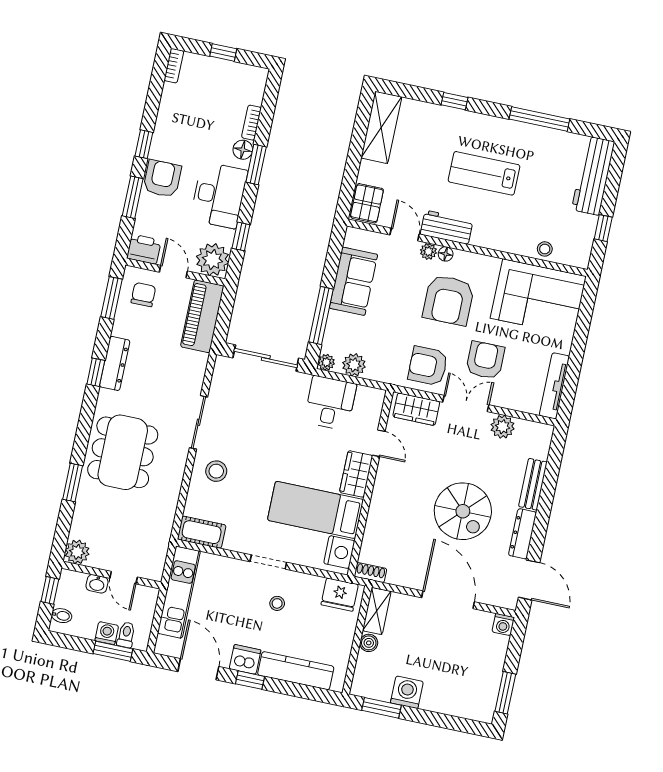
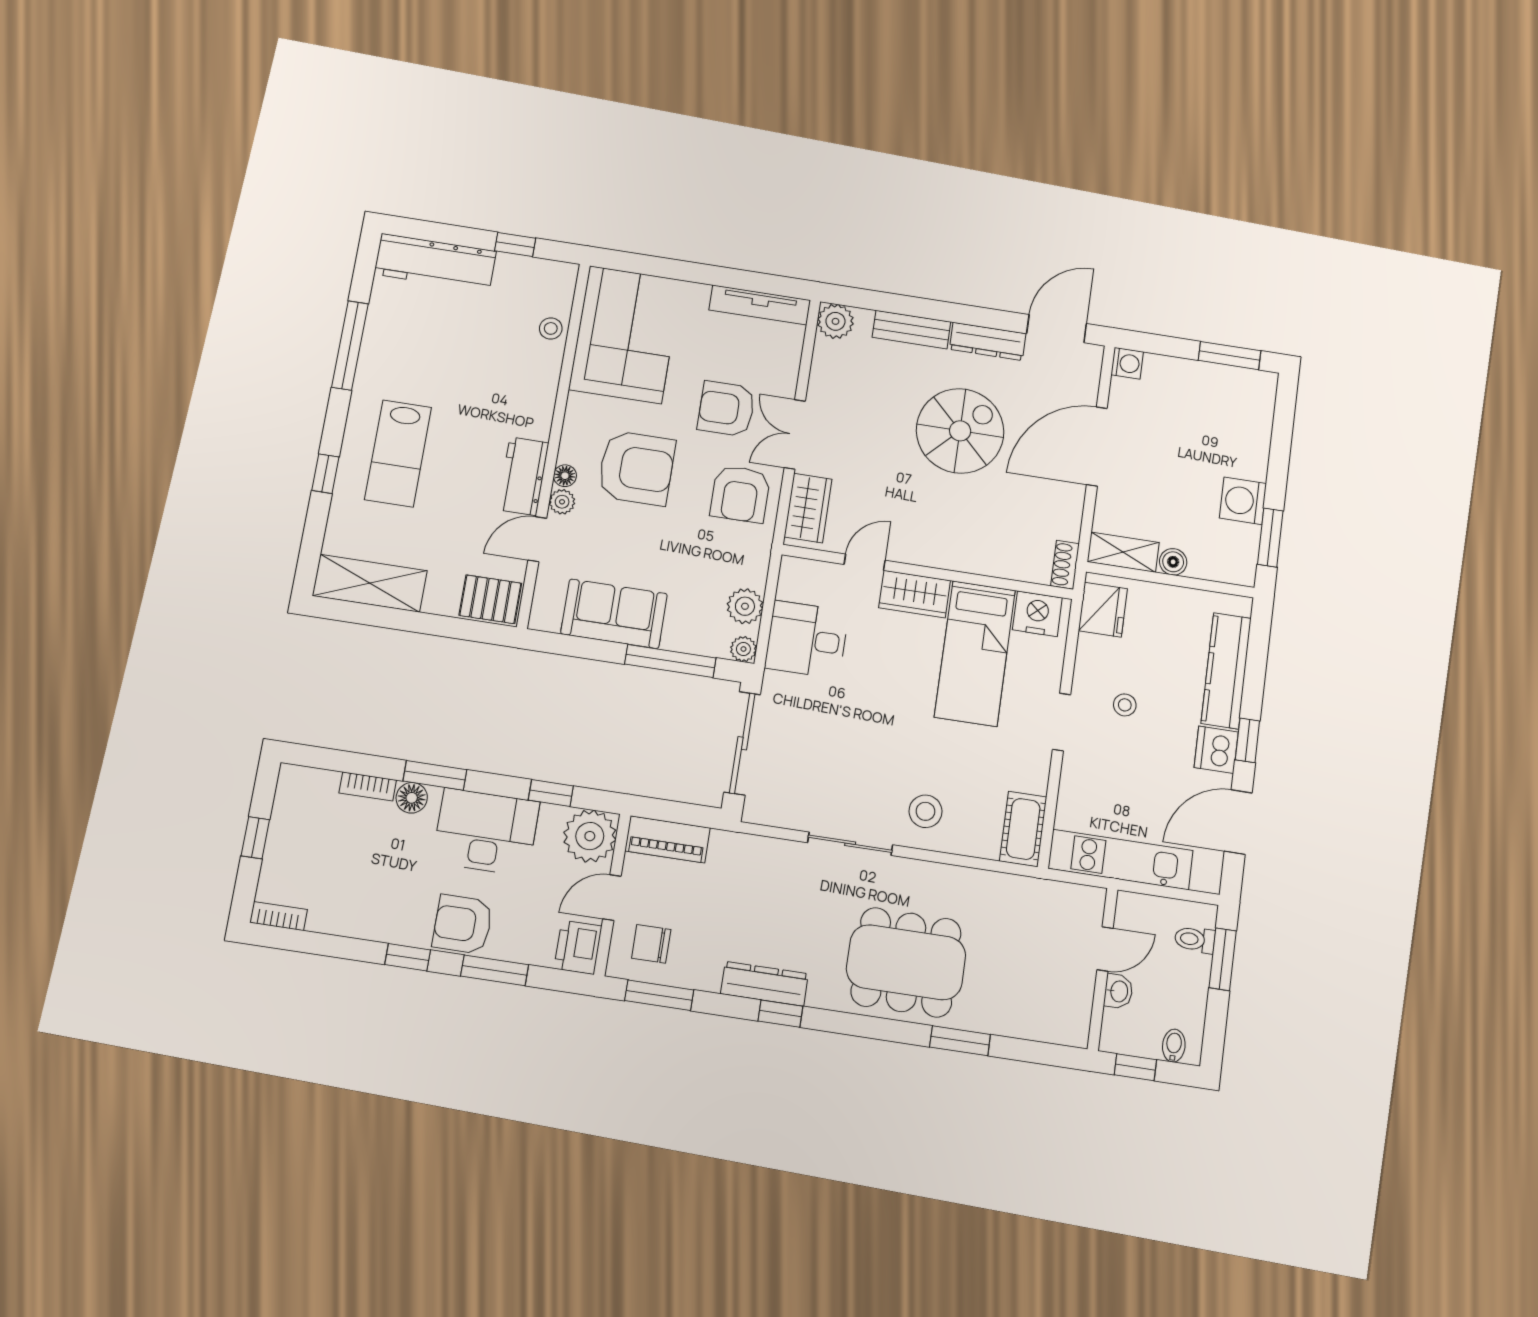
lab bench: (484, 173) -> (398, 453), moved
piano: (202, 316) -> (667, 839), width x0.73, depth x0.75
plant: (503, 427) -> (835, 321), moved
plant: (77, 552) -> (1070, 1027), removed
washing machine: (107, 633) -> (1195, 971), removed

